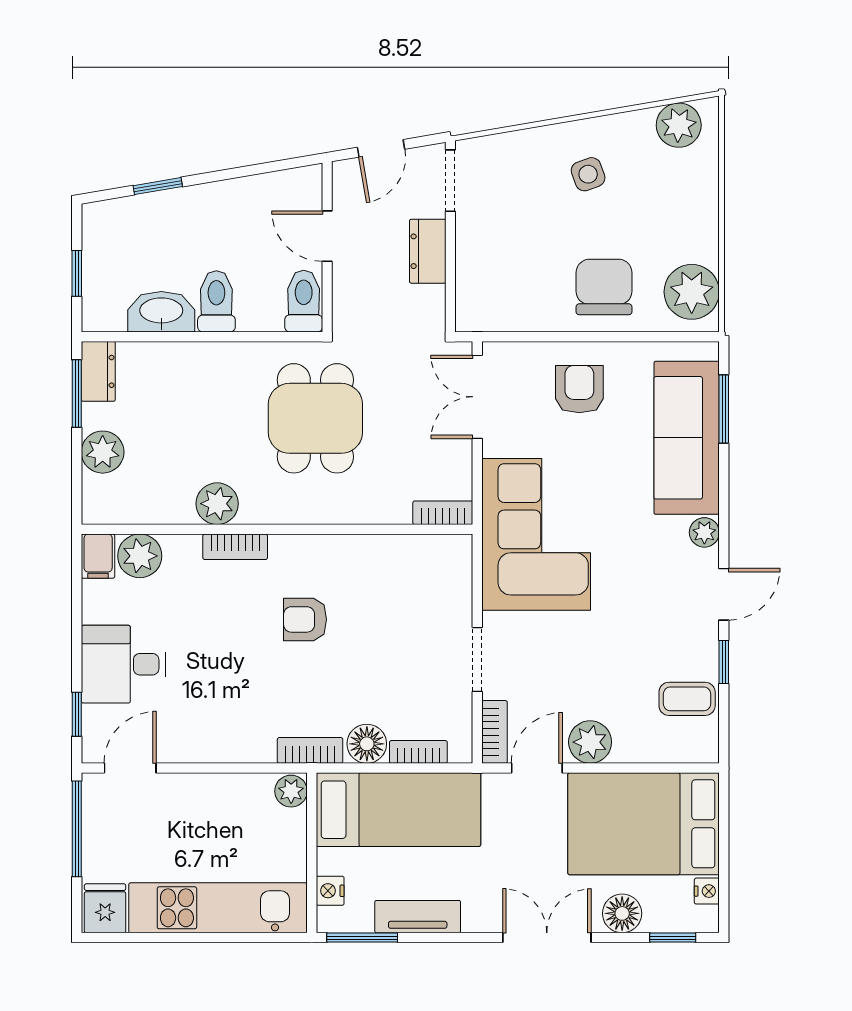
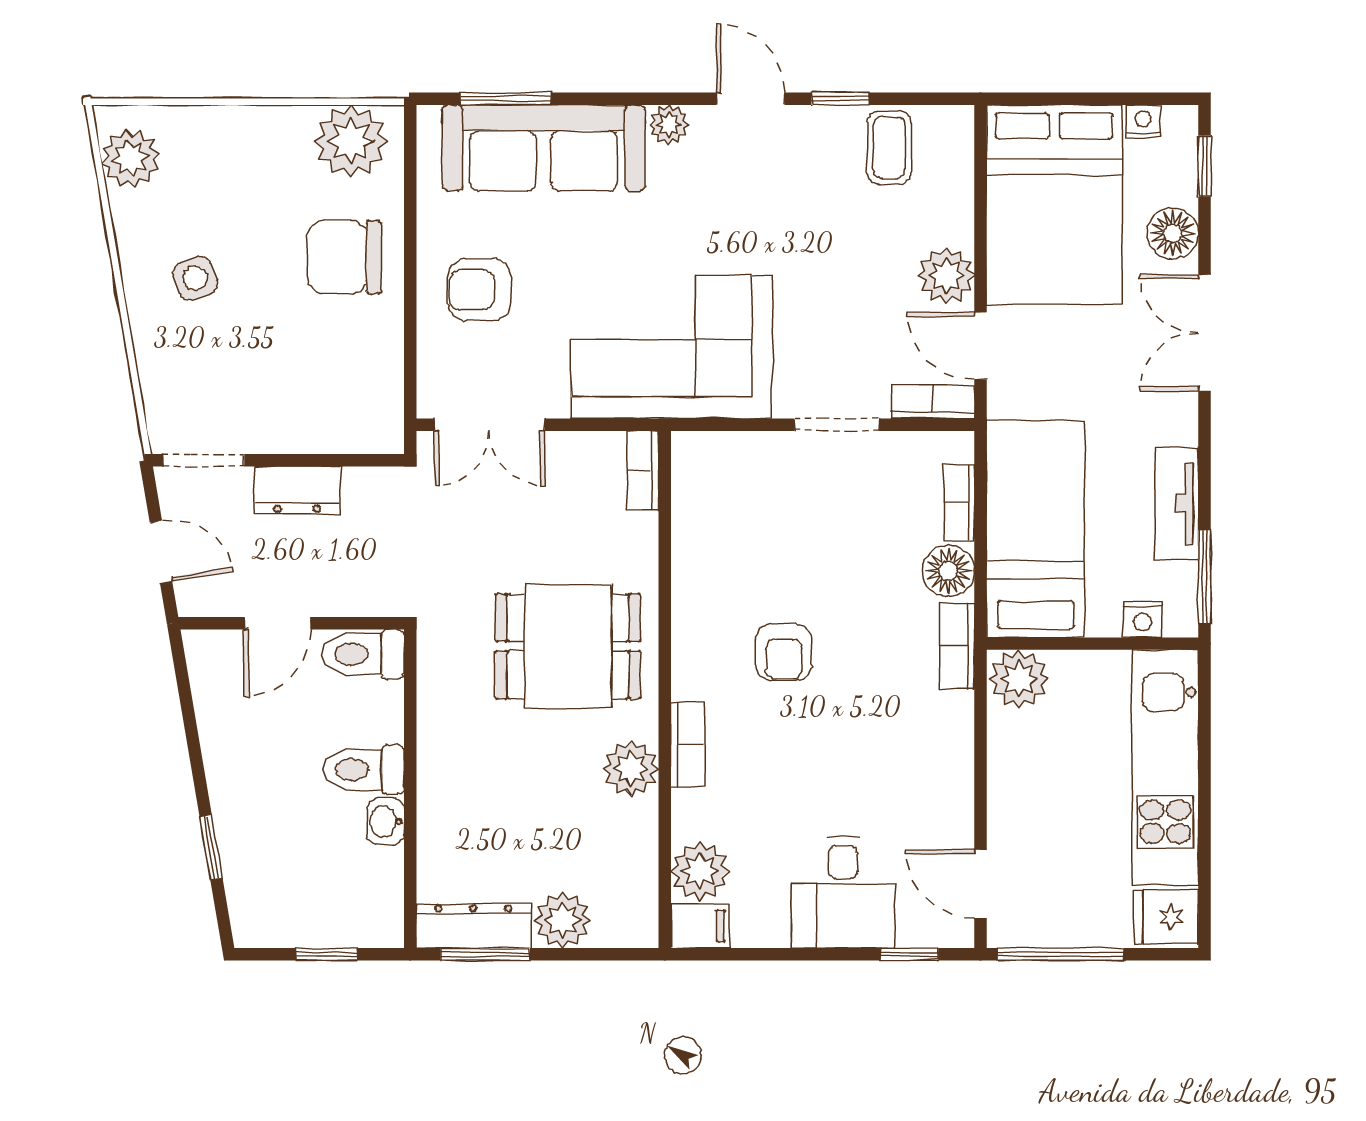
washbasin: (161, 312) -> (385, 821), width x0.52, depth x0.69
dresser: (98, 371) -> (473, 926), width x1.44
dining table: (315, 418) -> (568, 646), moved
plant: (291, 791) -> (1019, 679), width x1.38, depth x1.38

